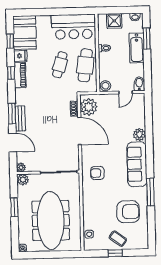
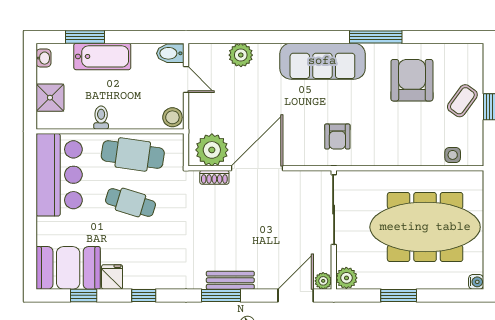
piano: (20, 75) -> (148, 279), removed
plant: (139, 134) -> (241, 55), moved
door: (13, 143) -> (296, 295), moved

